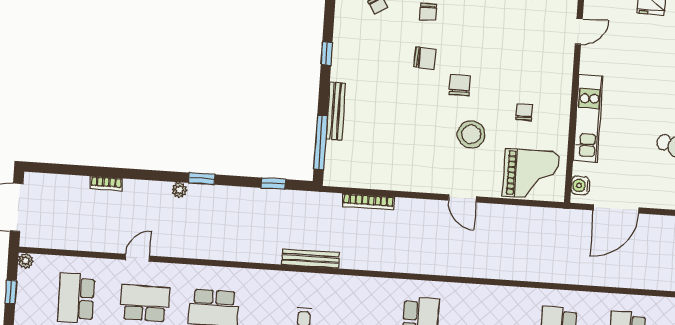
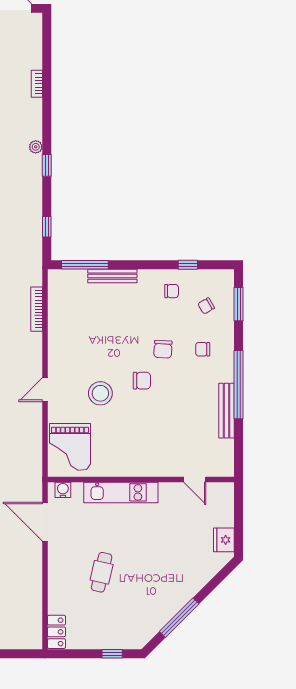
window: (327, 53) -> (188, 265), moved
chair: (524, 112) -> (172, 291), moved

